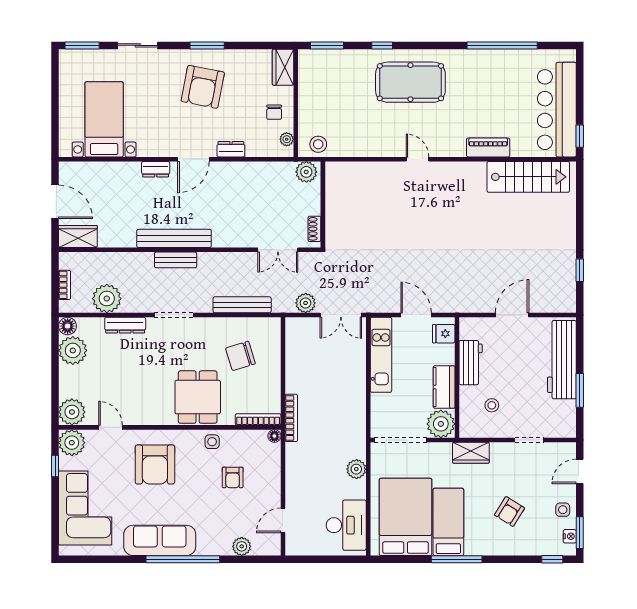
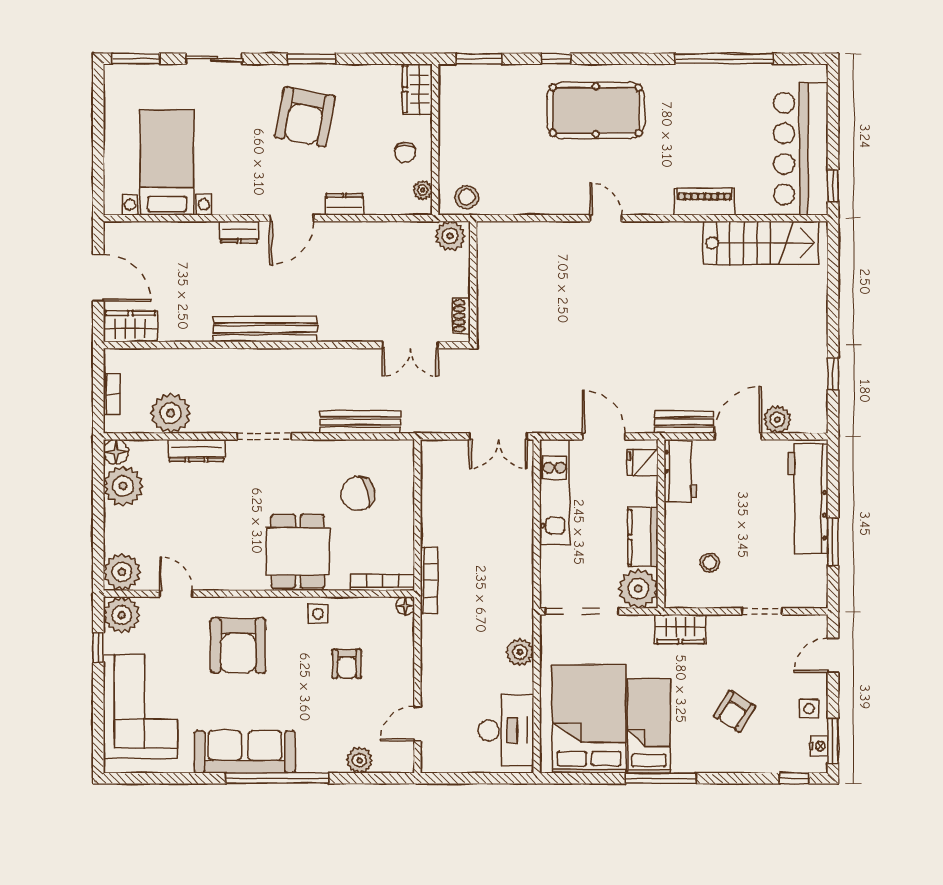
bench: (176, 260) -> (684, 422), moved
plant: (306, 303) -> (777, 419), moved
workbench: (471, 363) -> (680, 471), moved

